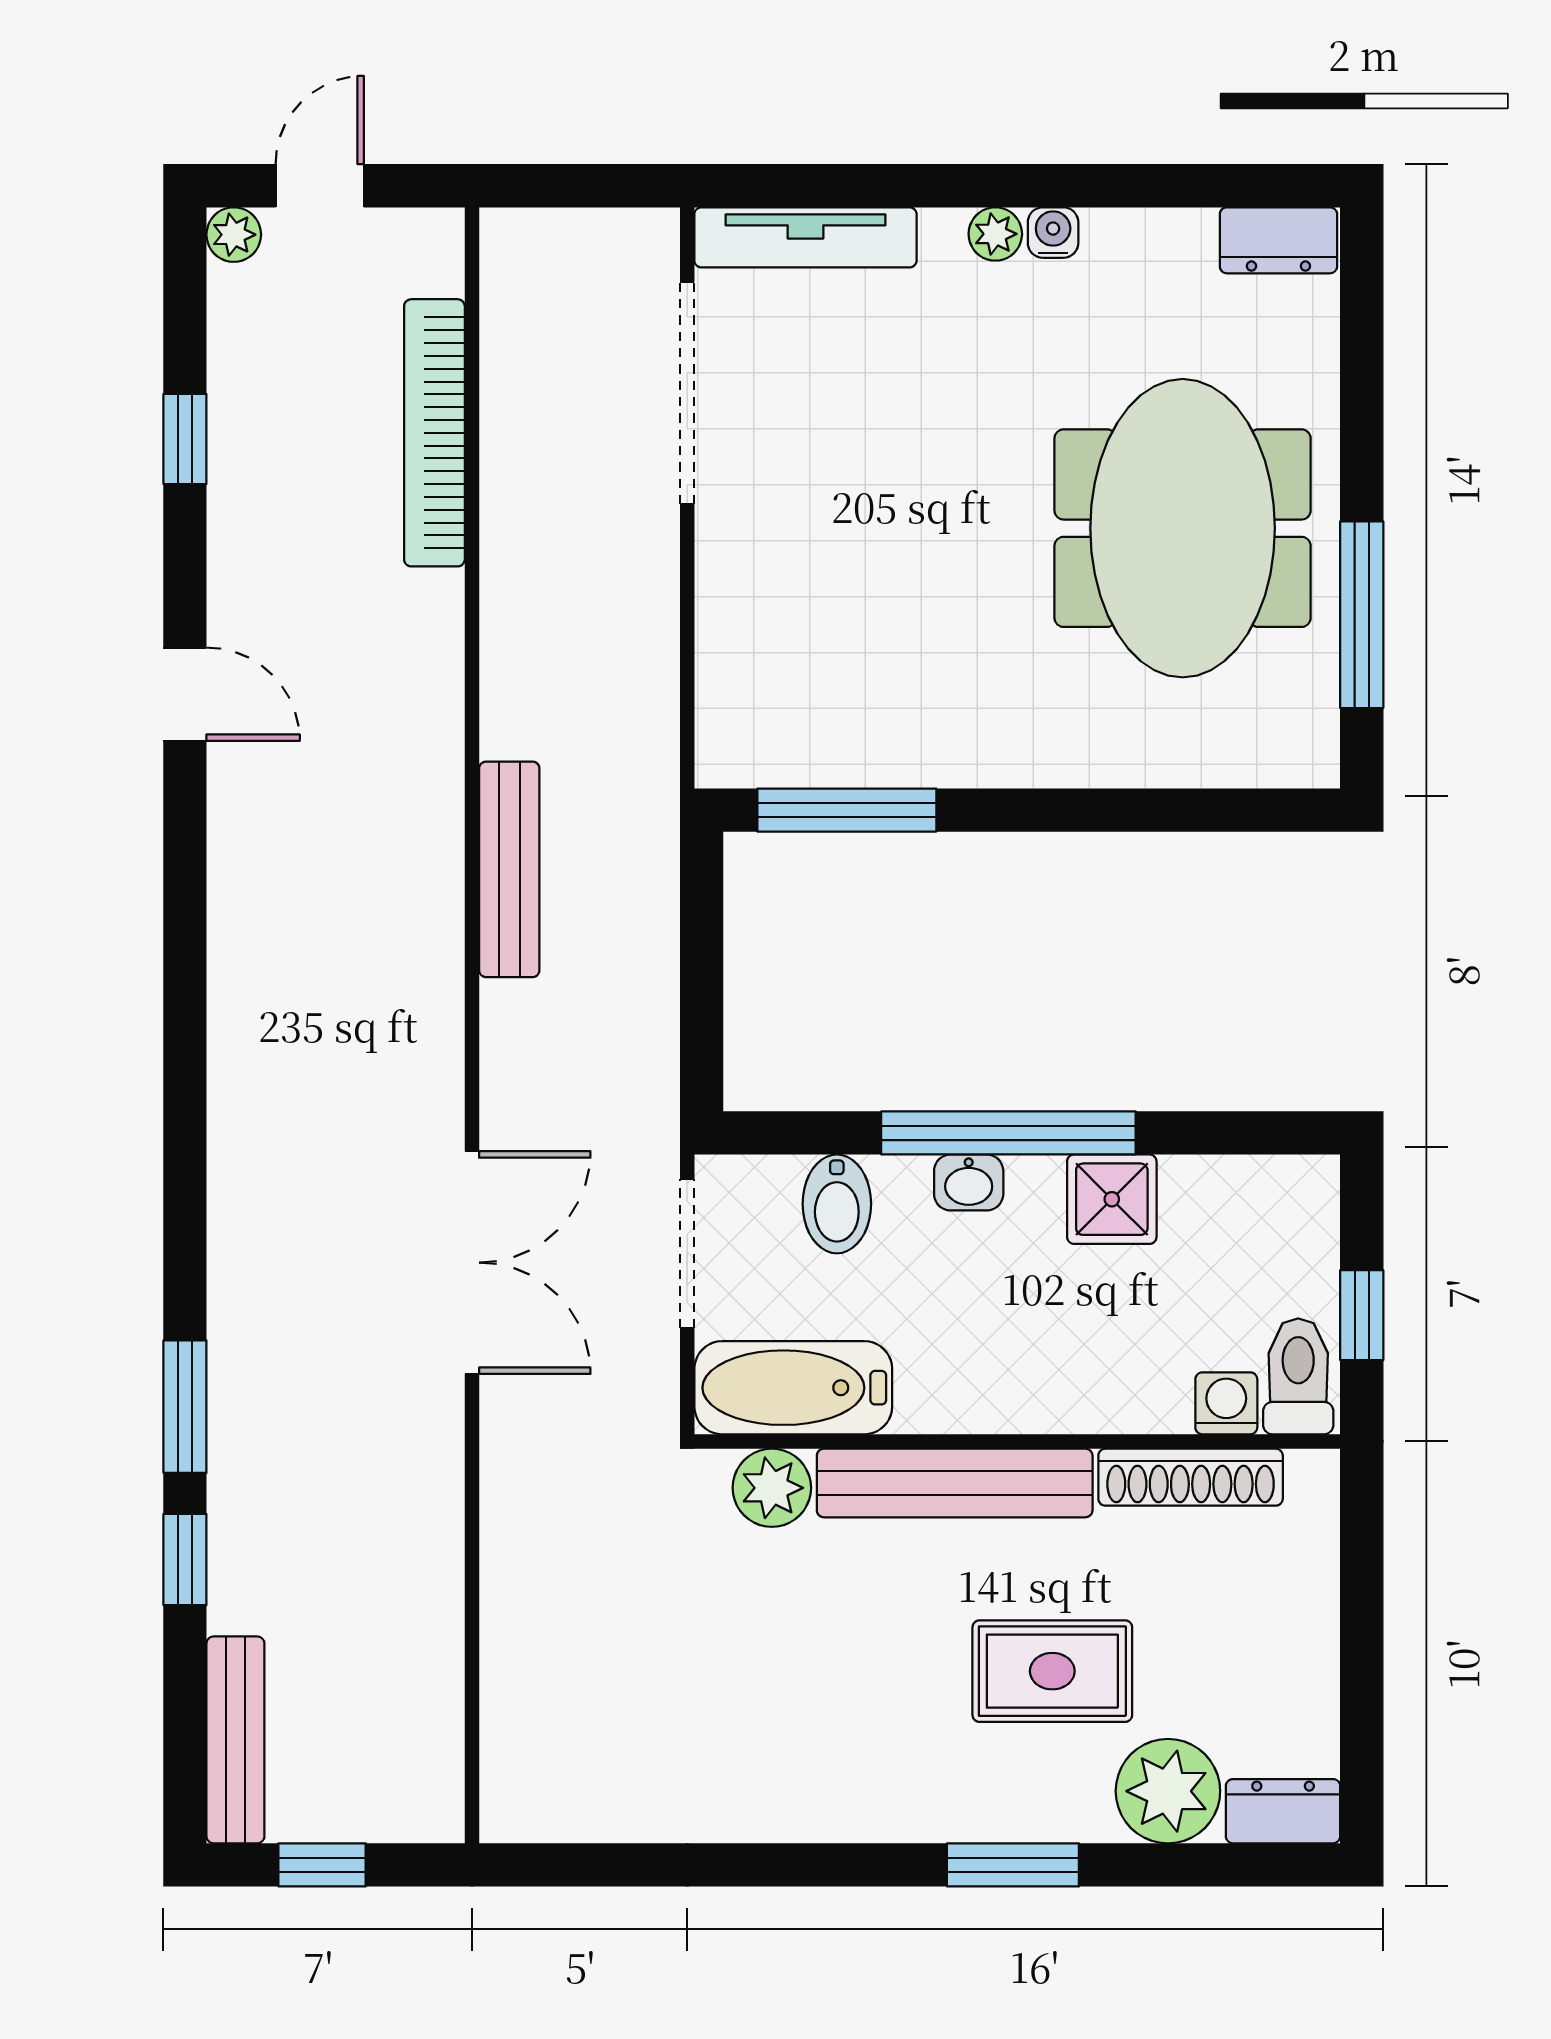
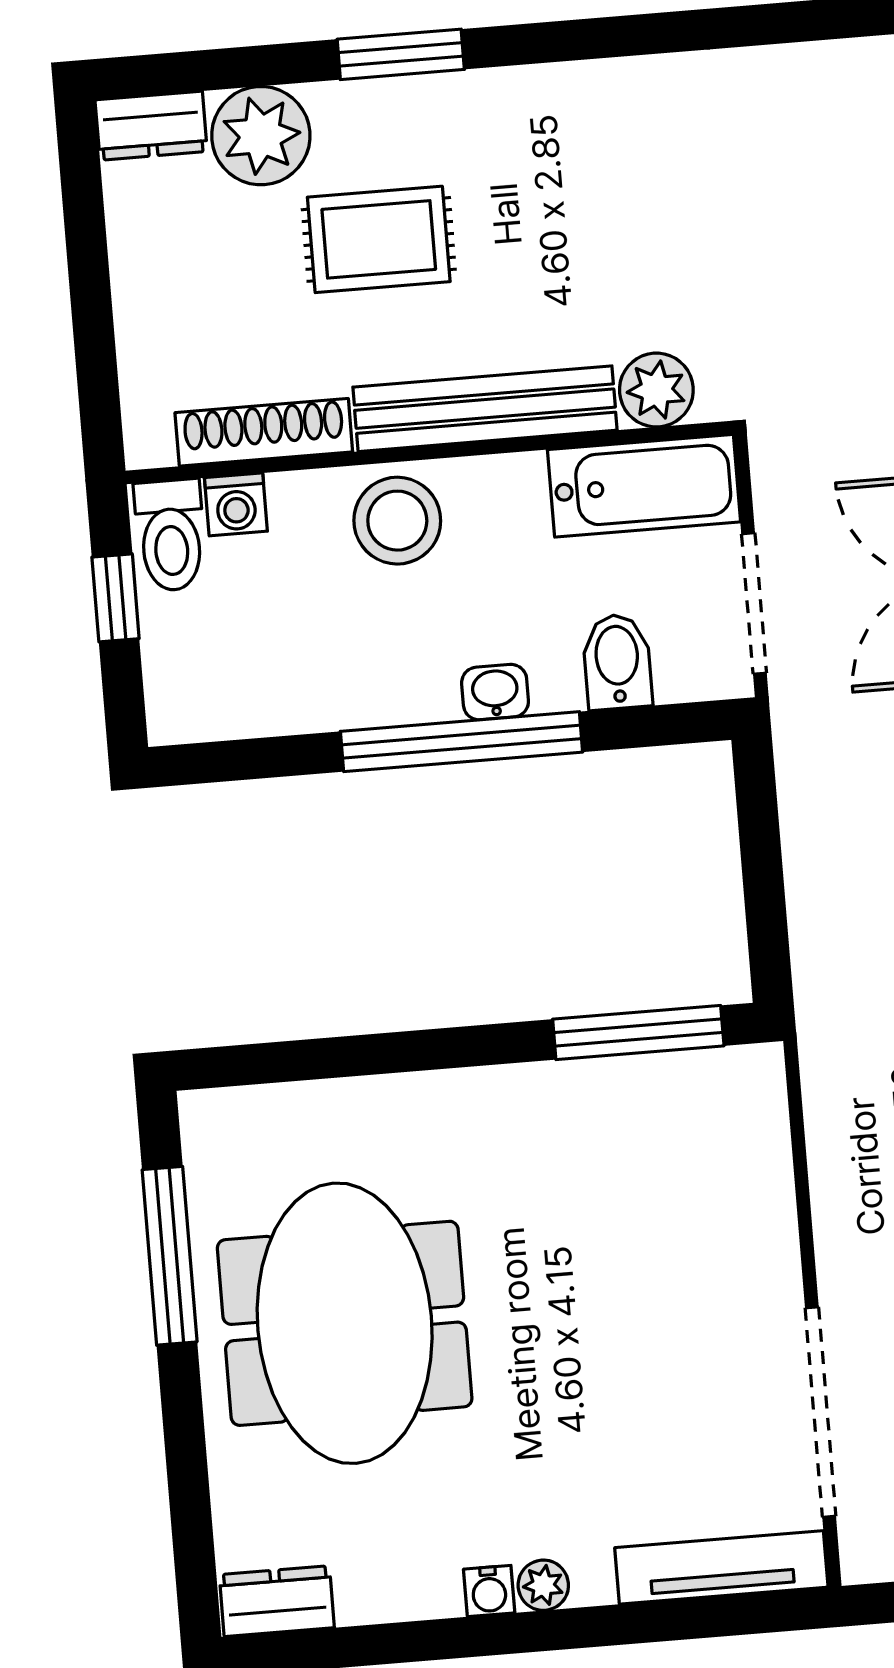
shower: (1112, 1199) -> (359, 687), removed
stool: (1057, 1372) -> (397, 521), added

